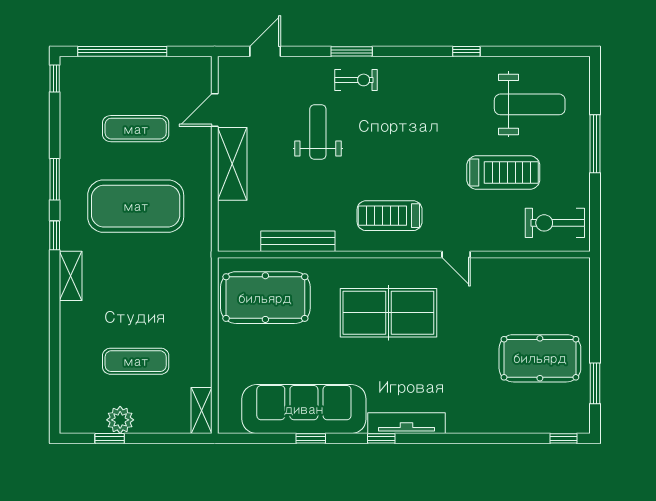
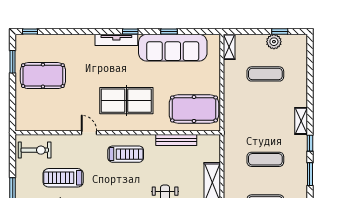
exercise mat: (136, 206) -> (265, 159), width x0.50, depth x0.69

